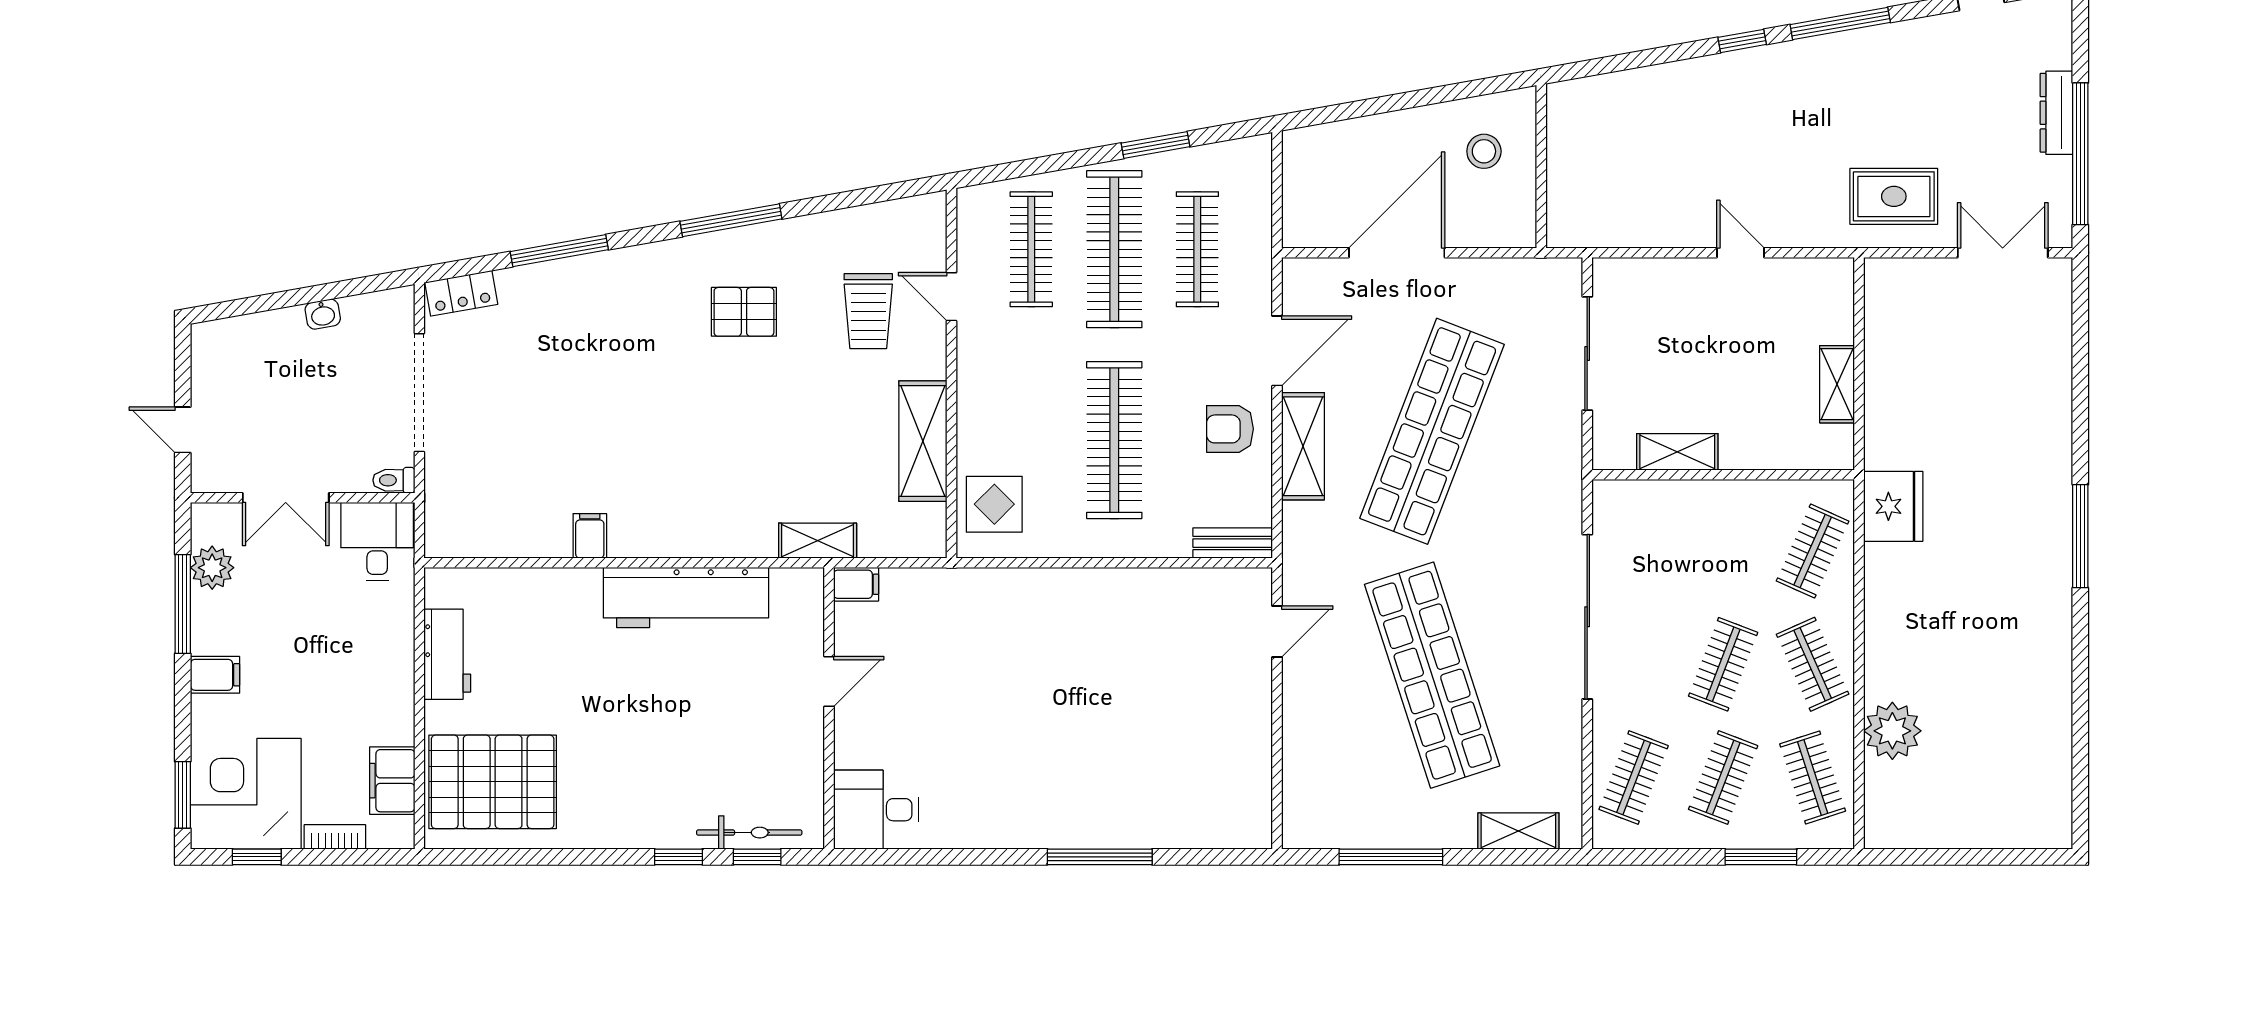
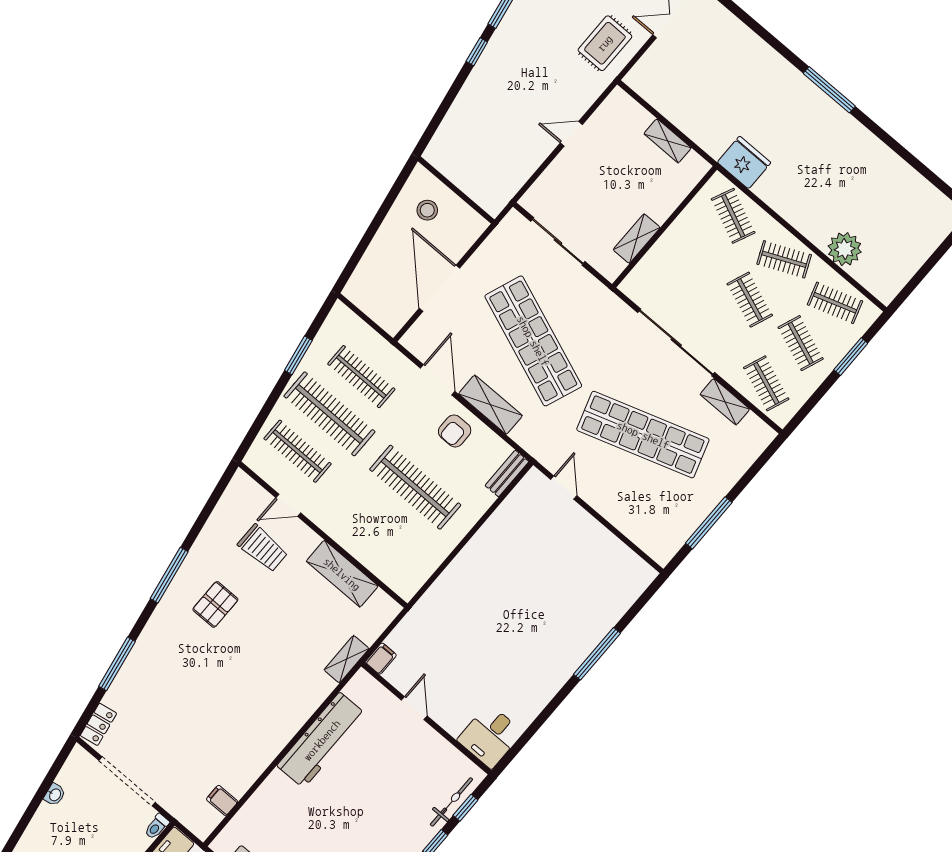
display table: (994, 504) -> (398, 566), removed
filing cabinet: (590, 536) -> (222, 800), moved
shelving: (1518, 831) -> (725, 402), moved, turned 90

